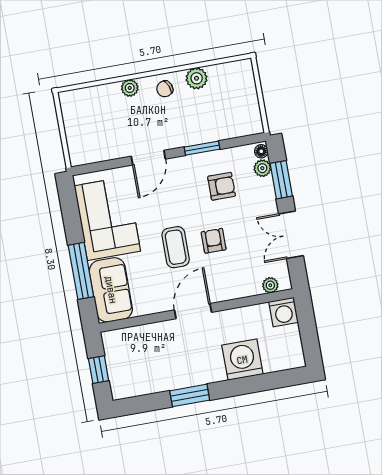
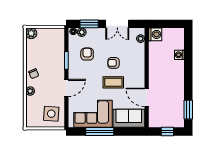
plant: (197, 78) -> (31, 33), moved
side table: (93, 137) -> (51, 114), added
door: (148, 158) -> (66, 88), hinge flipped
window: (81, 271) -> (100, 131), moved
door: (193, 311) -> (147, 97), moved
washing machine: (242, 360) -> (179, 55), width x0.53, depth x0.53
window: (190, 395) -> (188, 110), moved

